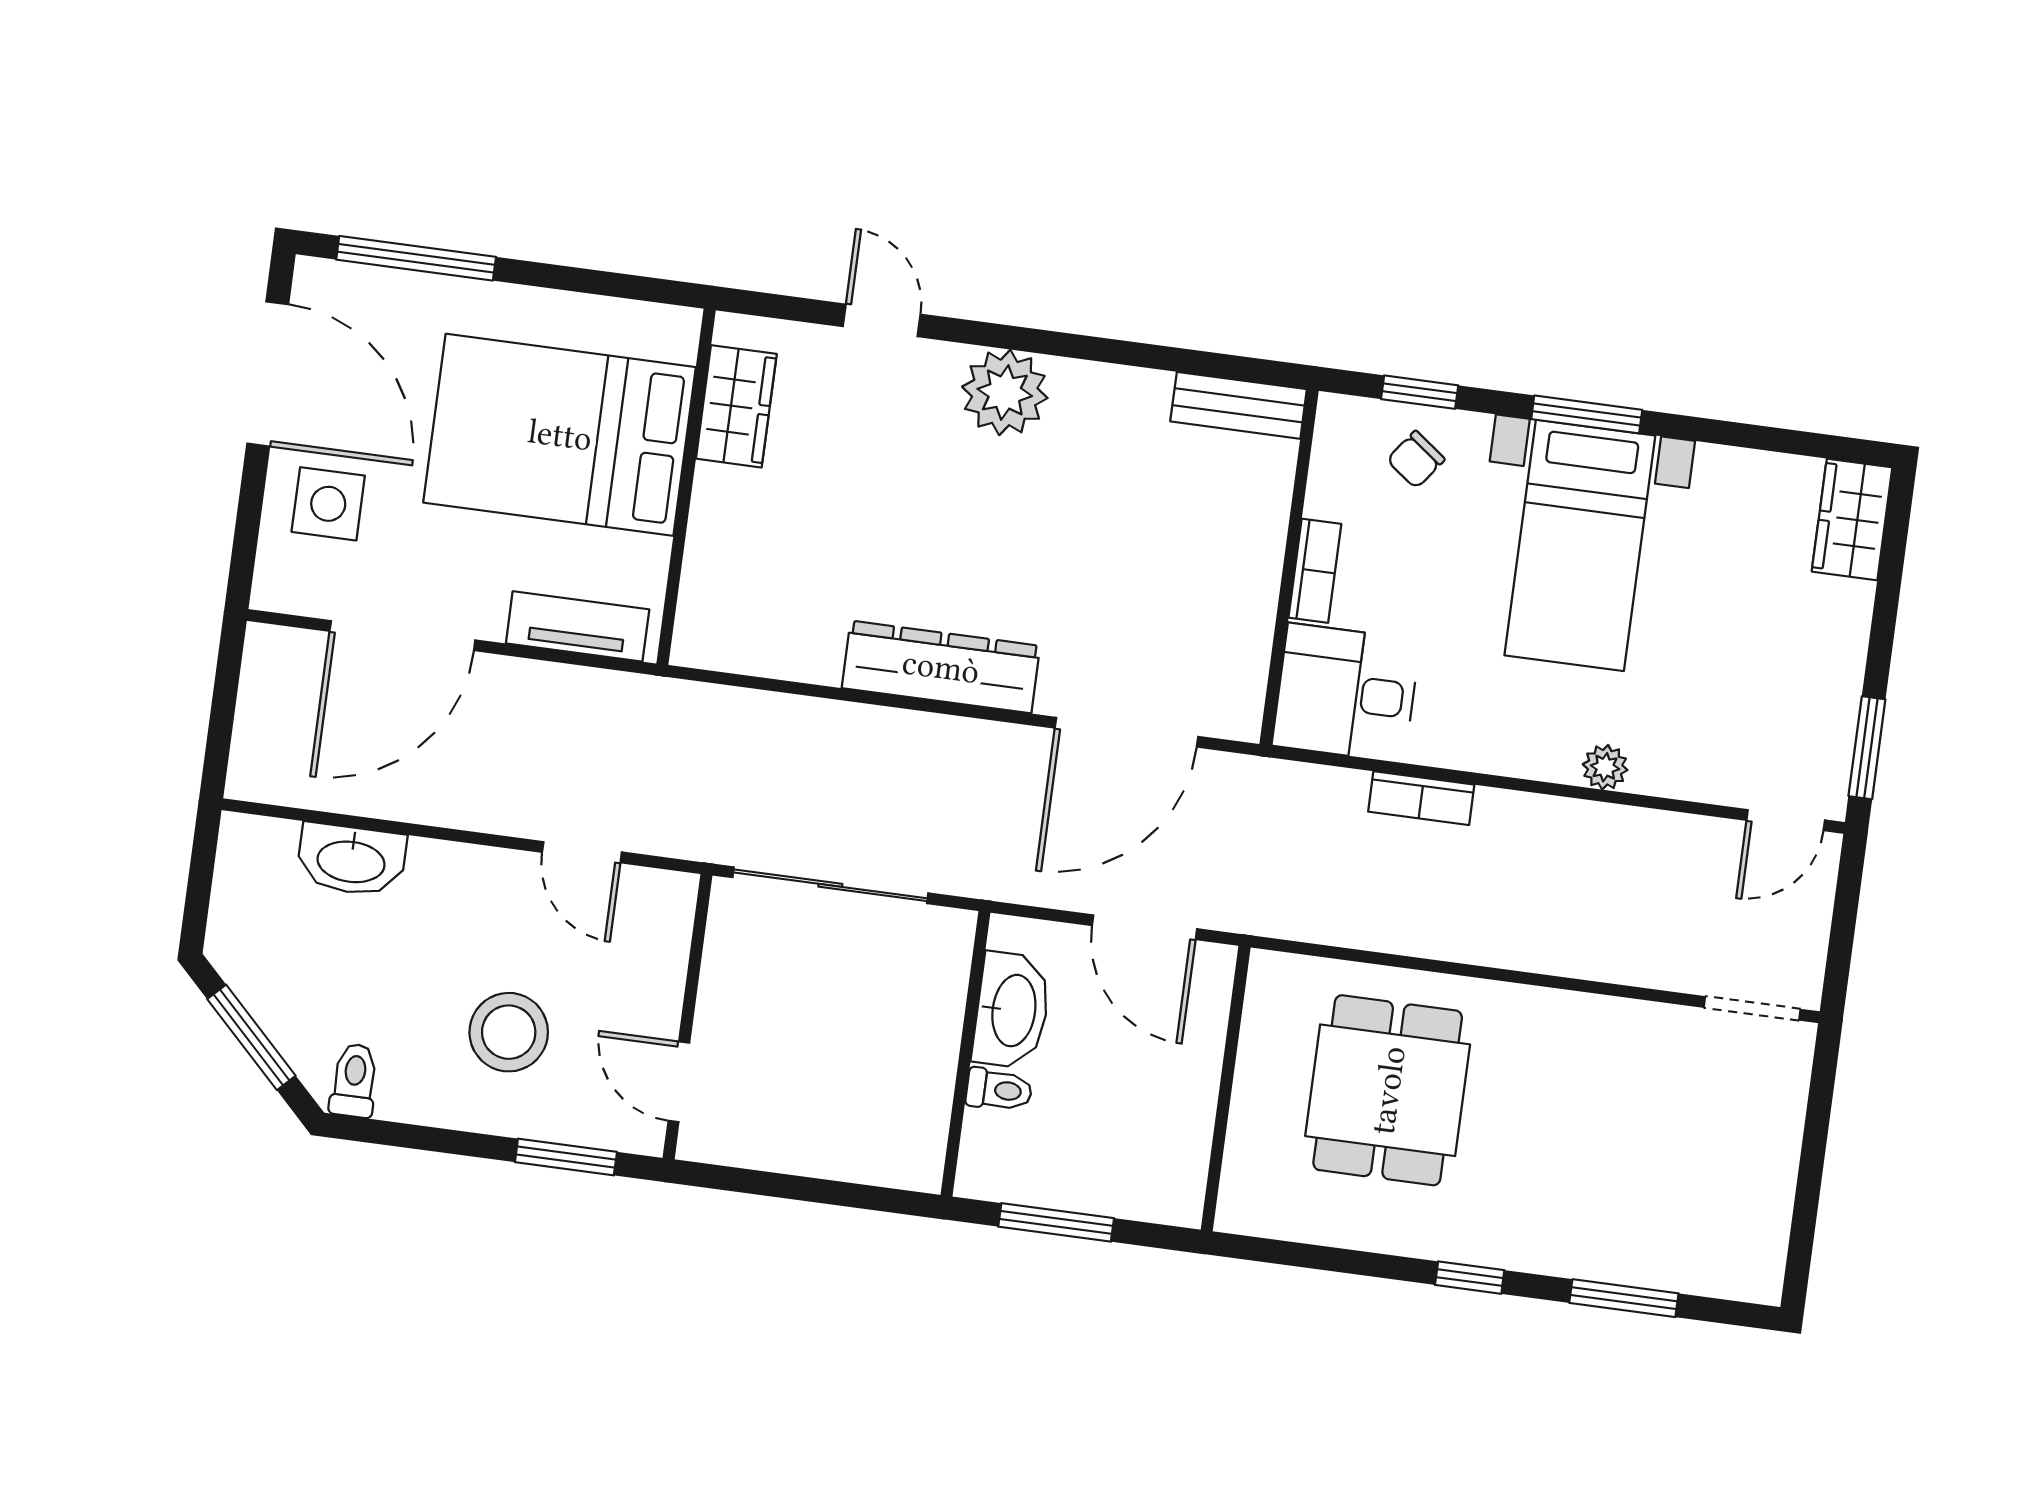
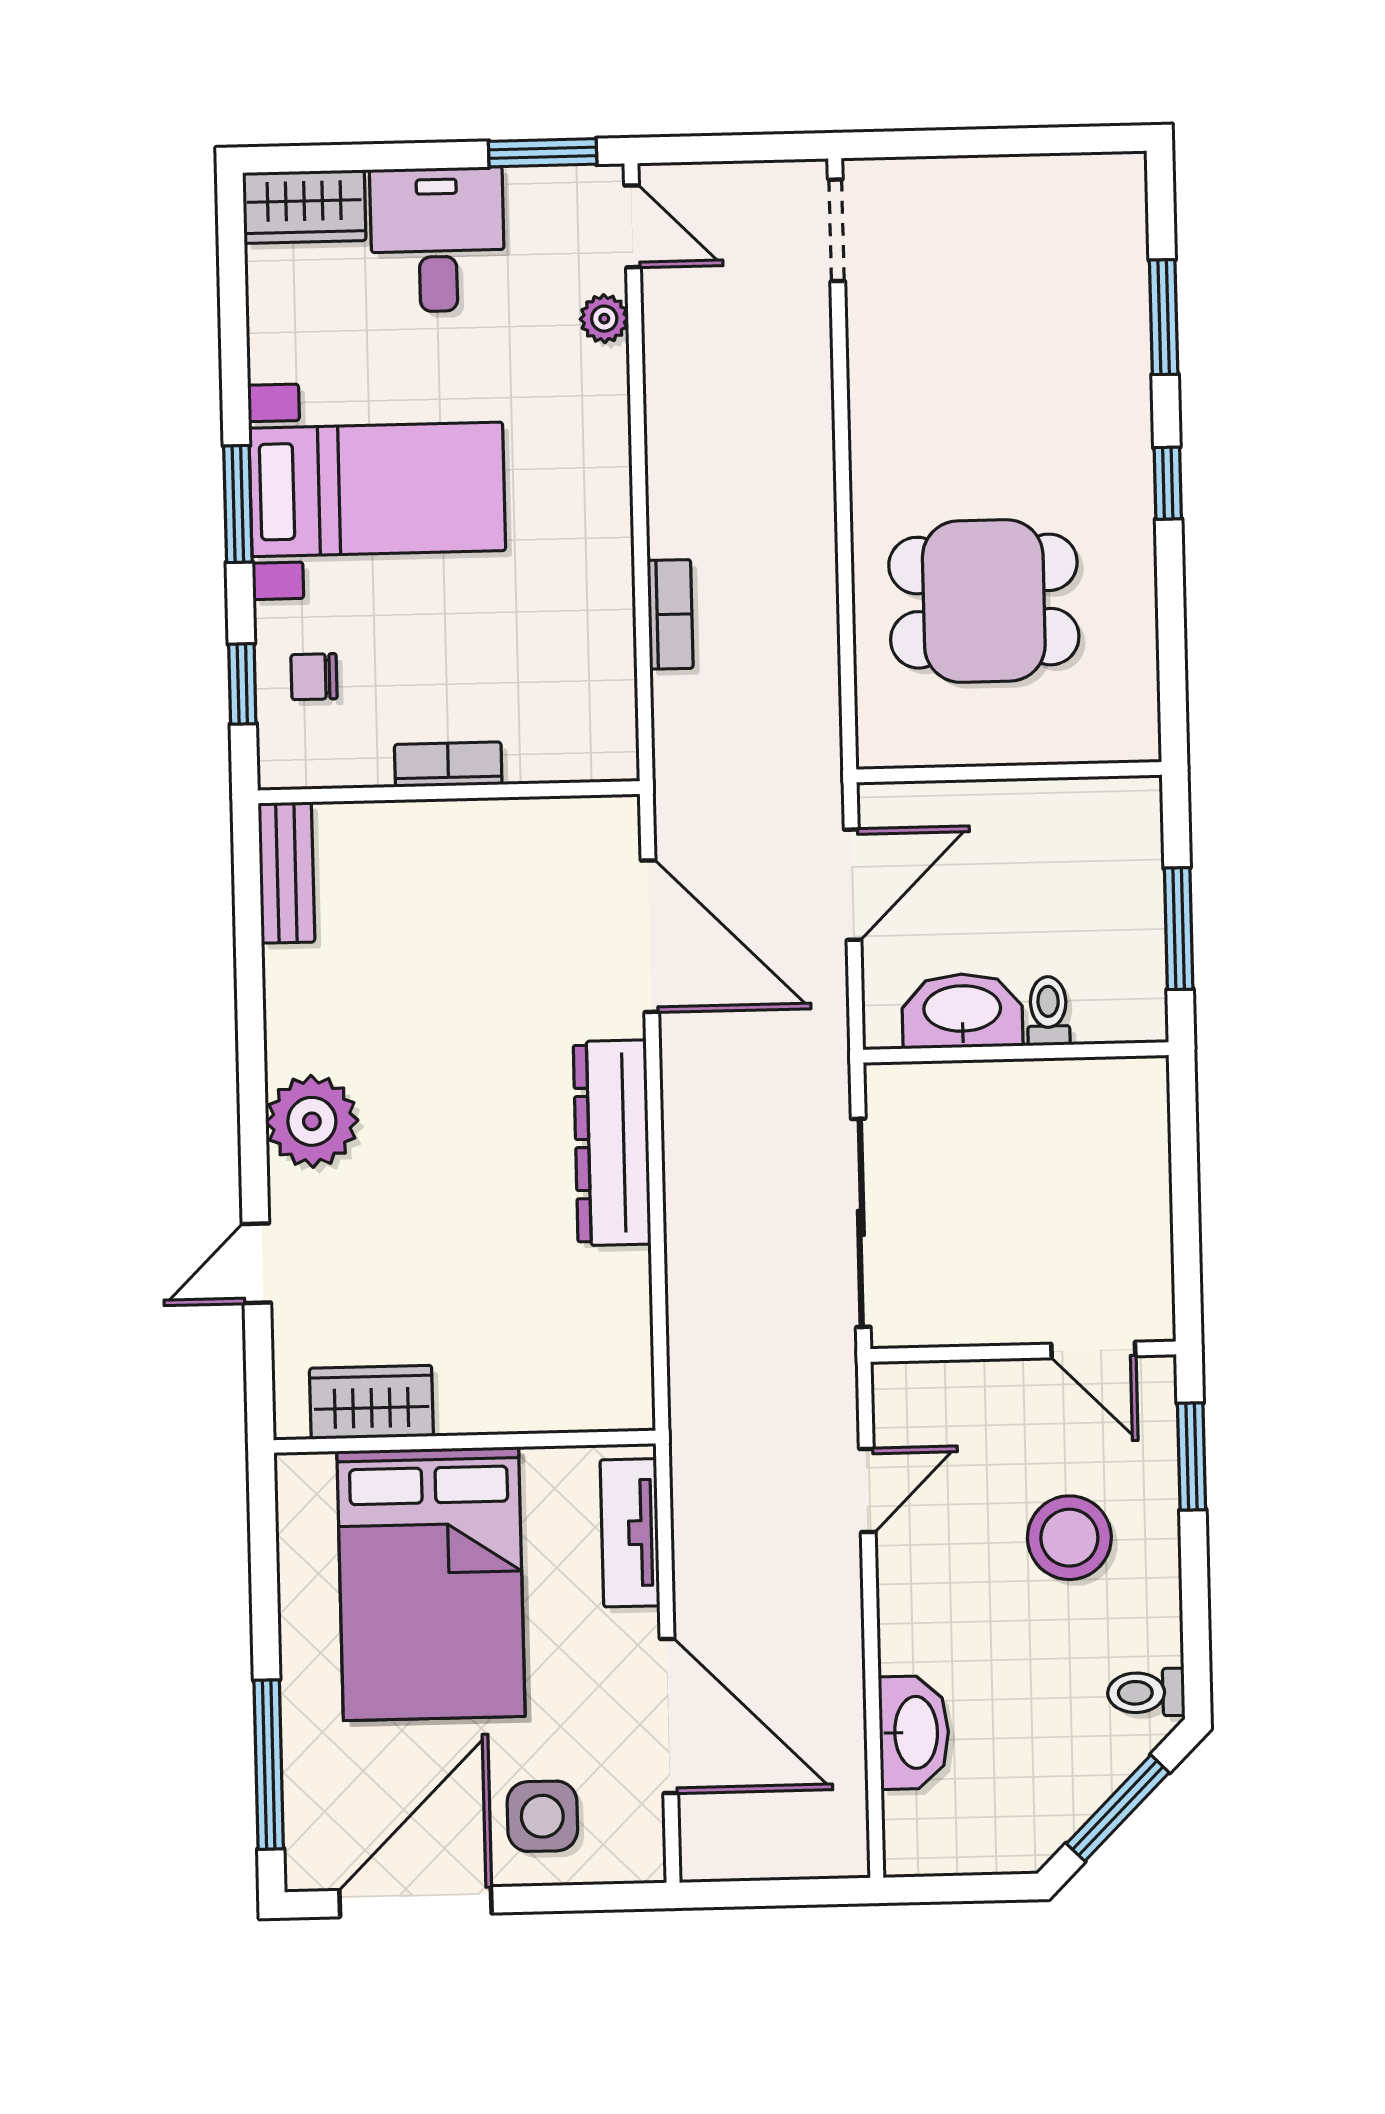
chair: (1416, 460) -> (314, 677), turned 143
desk: (1346, 693) -> (437, 240), moved, turned 180
plant: (1605, 767) -> (604, 319), moved
door: (679, 1082) -> (1093, 1350), hinge flipped

